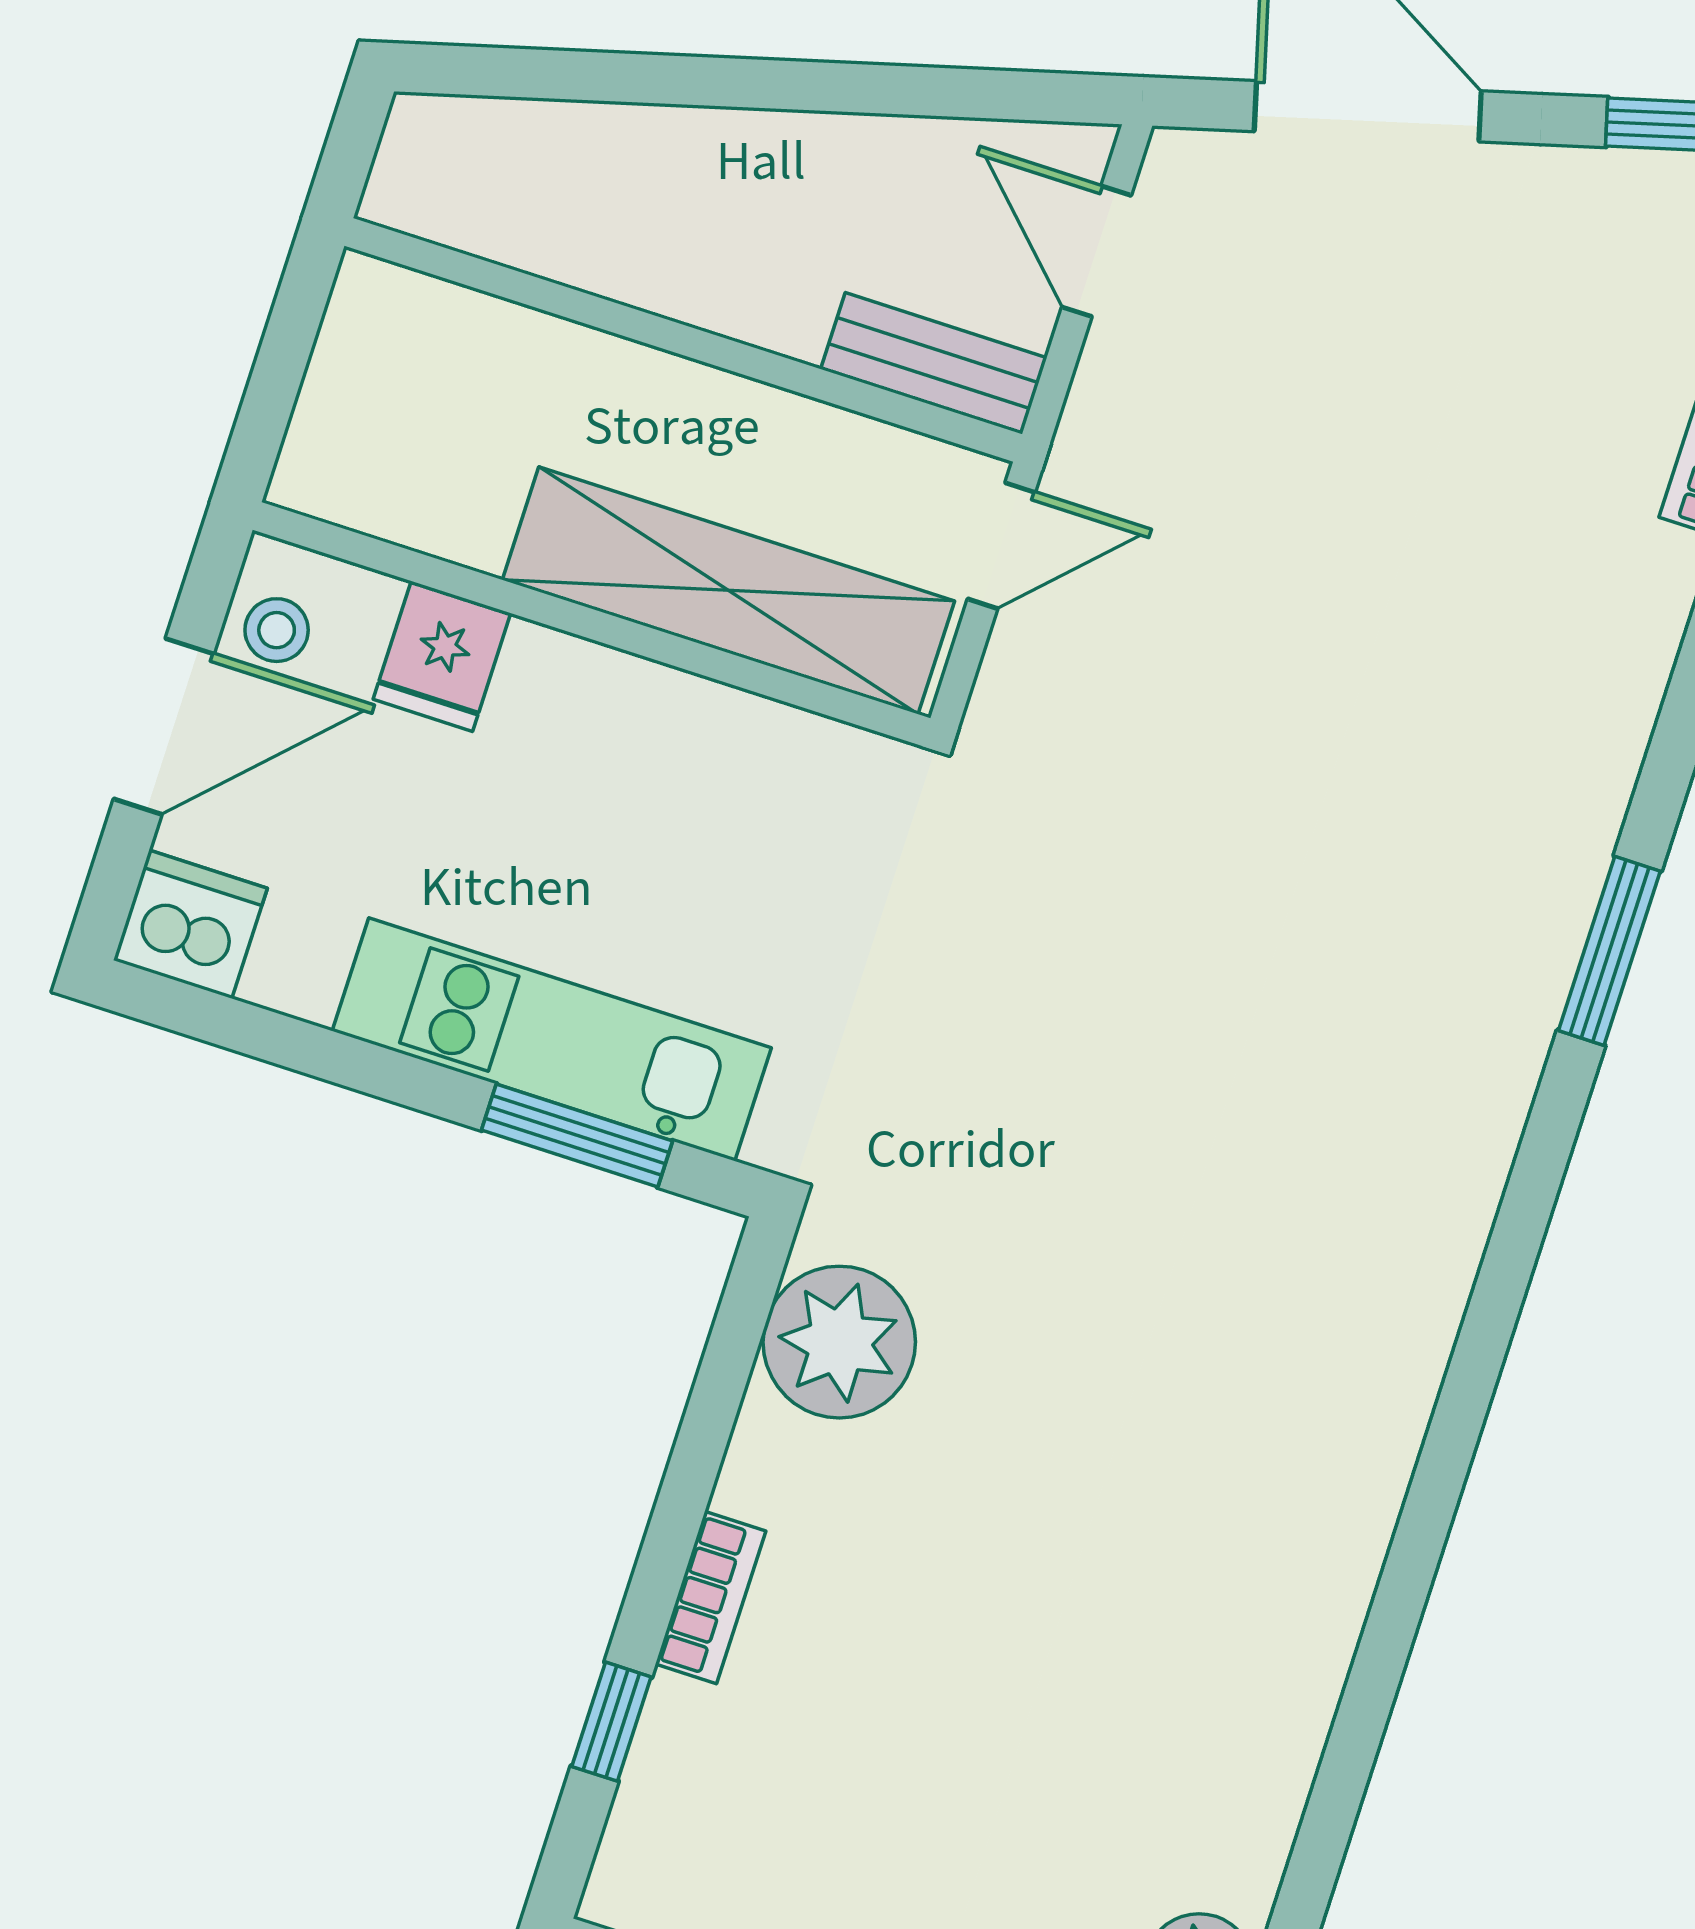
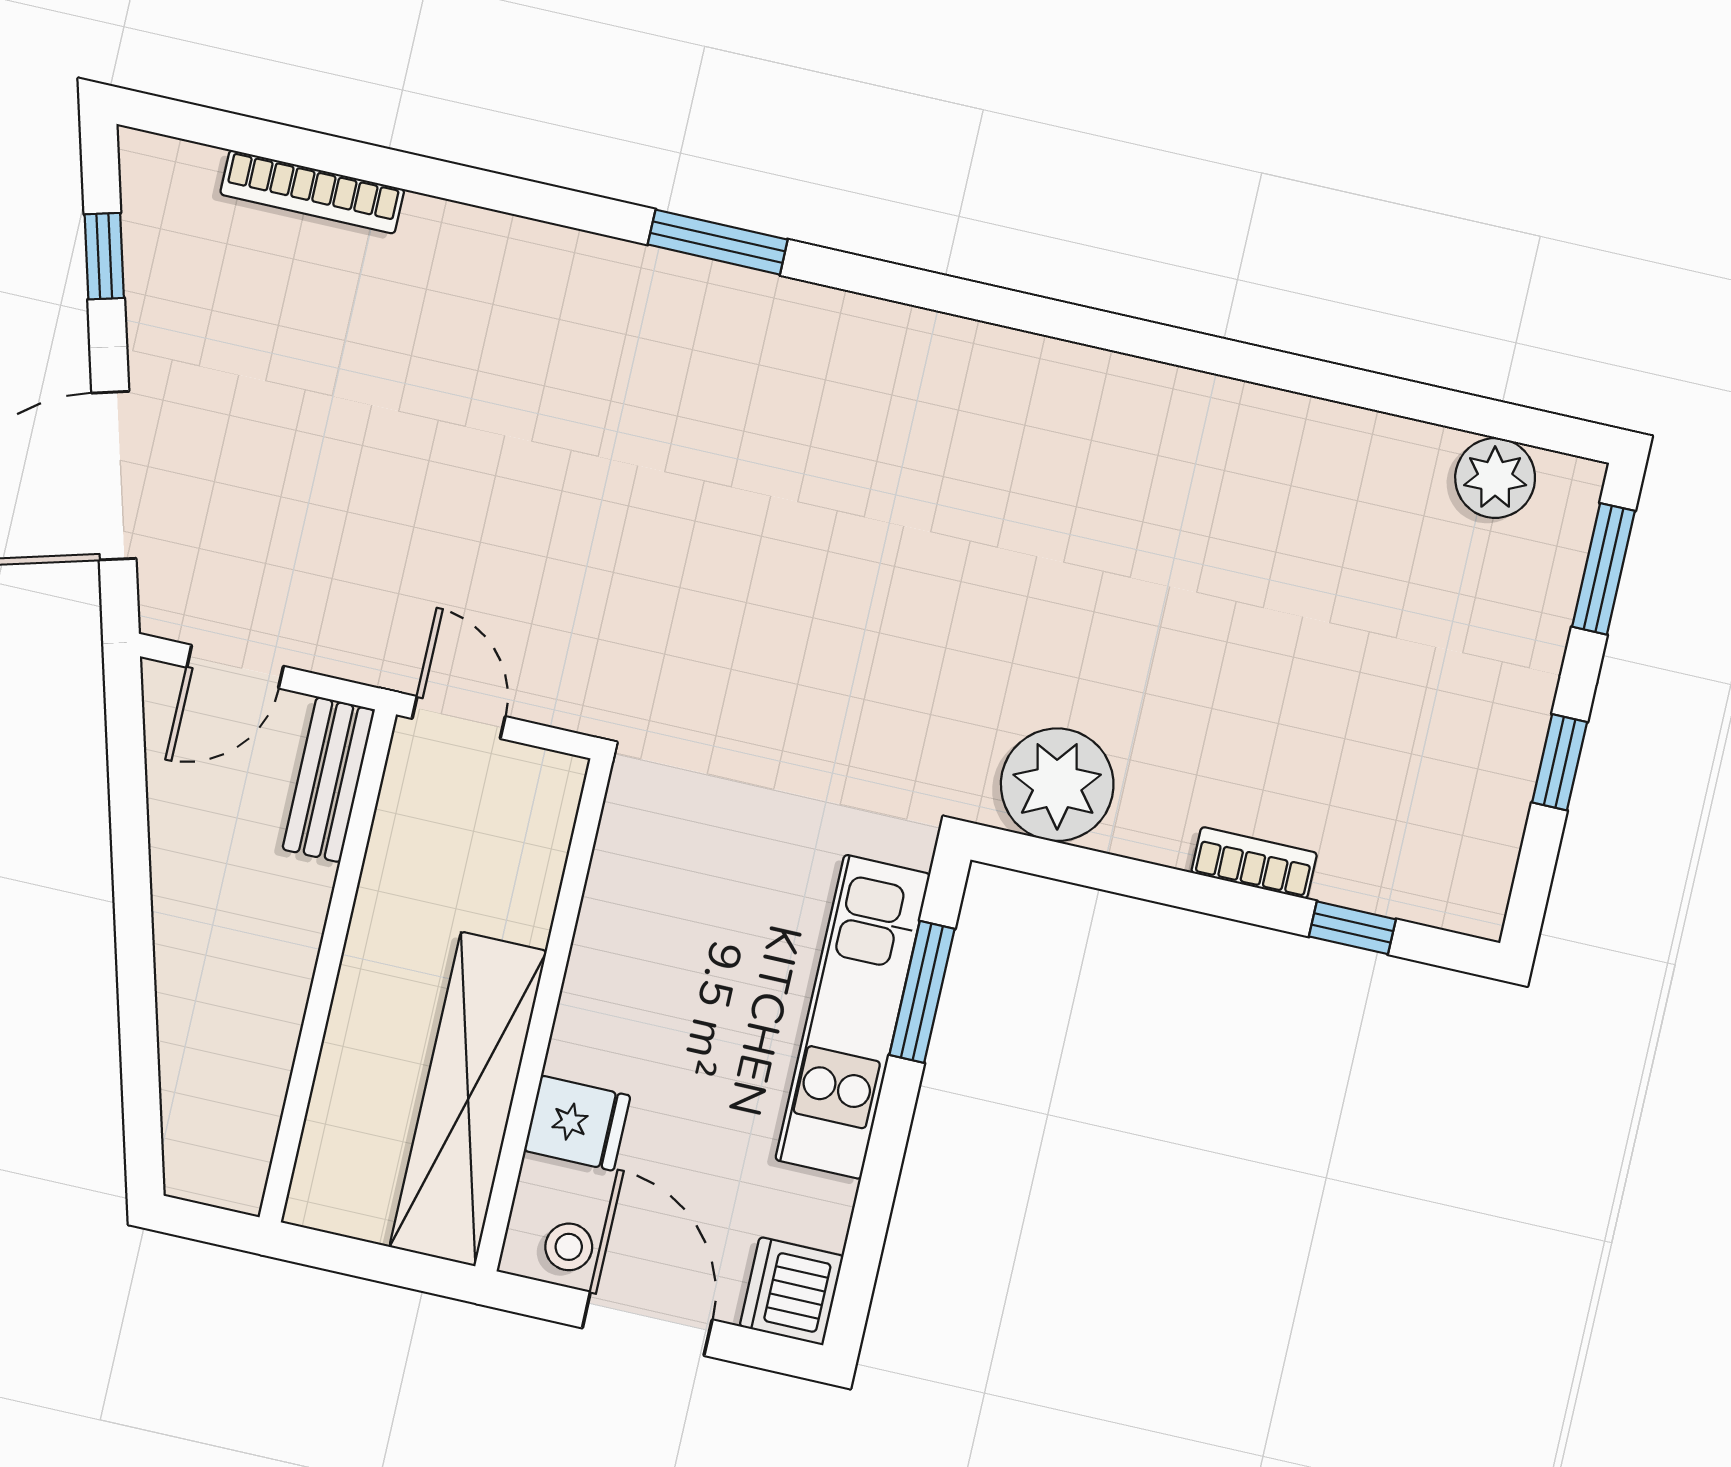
shelving: (728, 590) -> (468, 1099), moved

